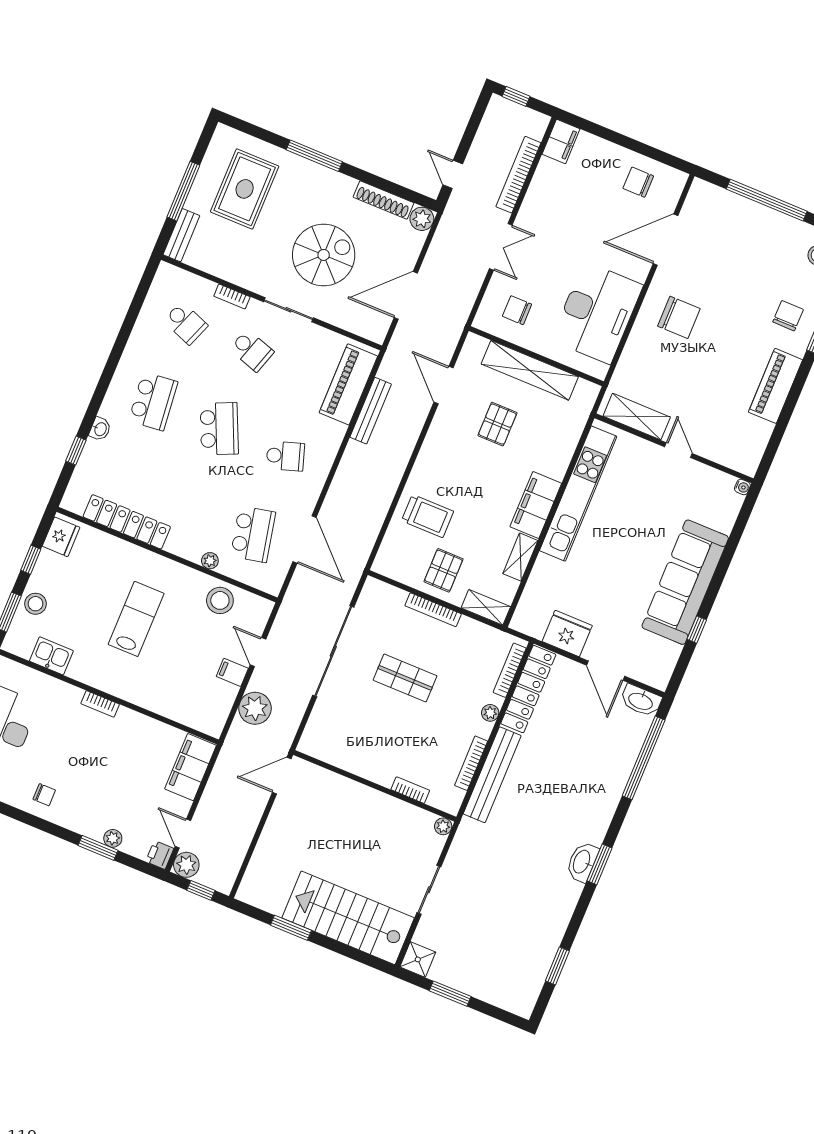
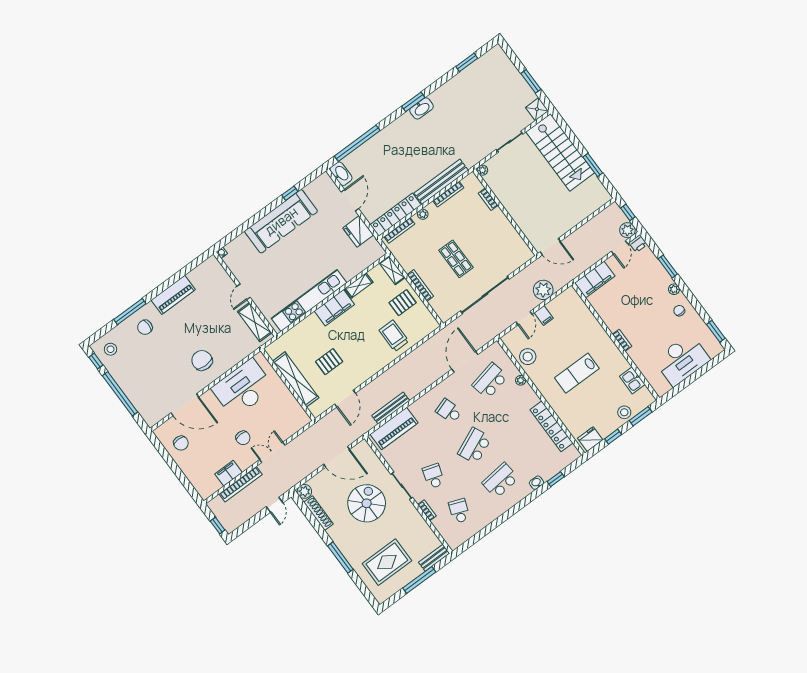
filing cabinet: (561, 142) -> (229, 473), moved
spiral stairs: (324, 255) -> (367, 503), turned 90
chair: (517, 310) -> (243, 438), moved
plant: (113, 838) -> (674, 289), moved

